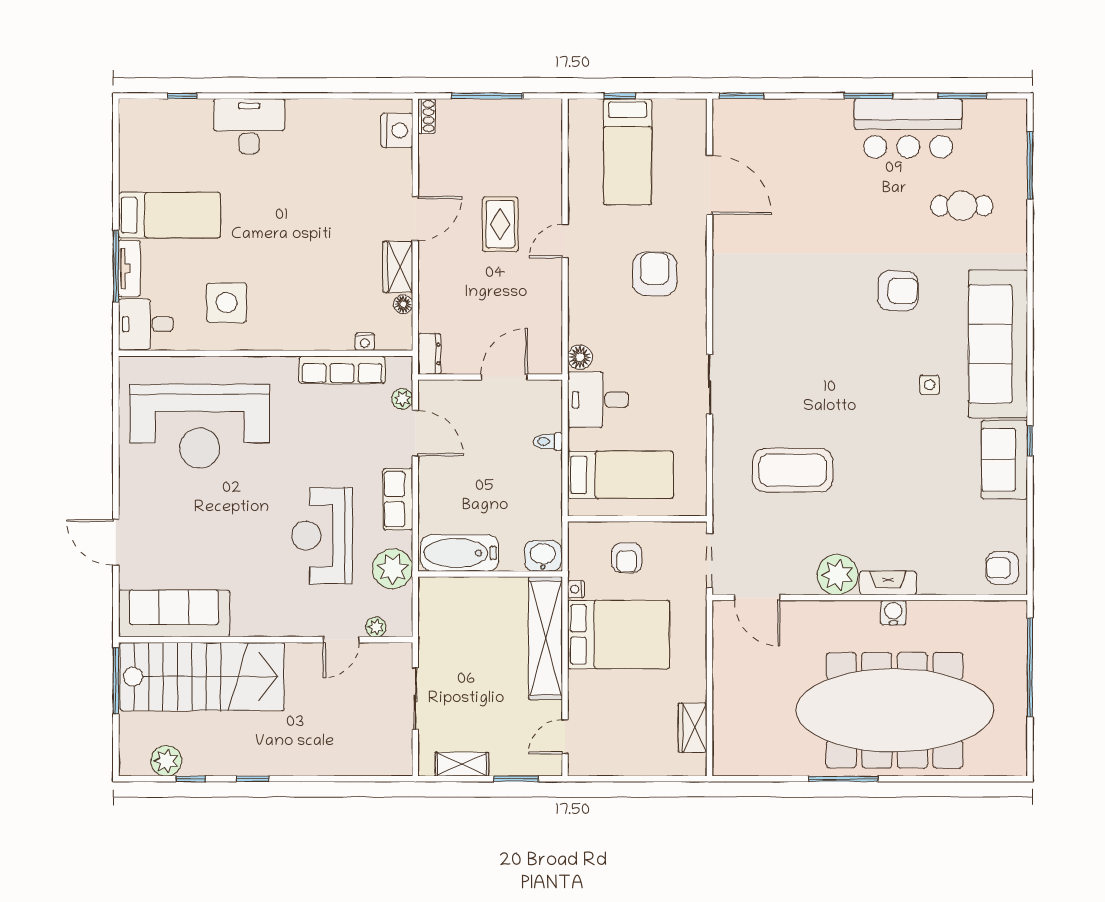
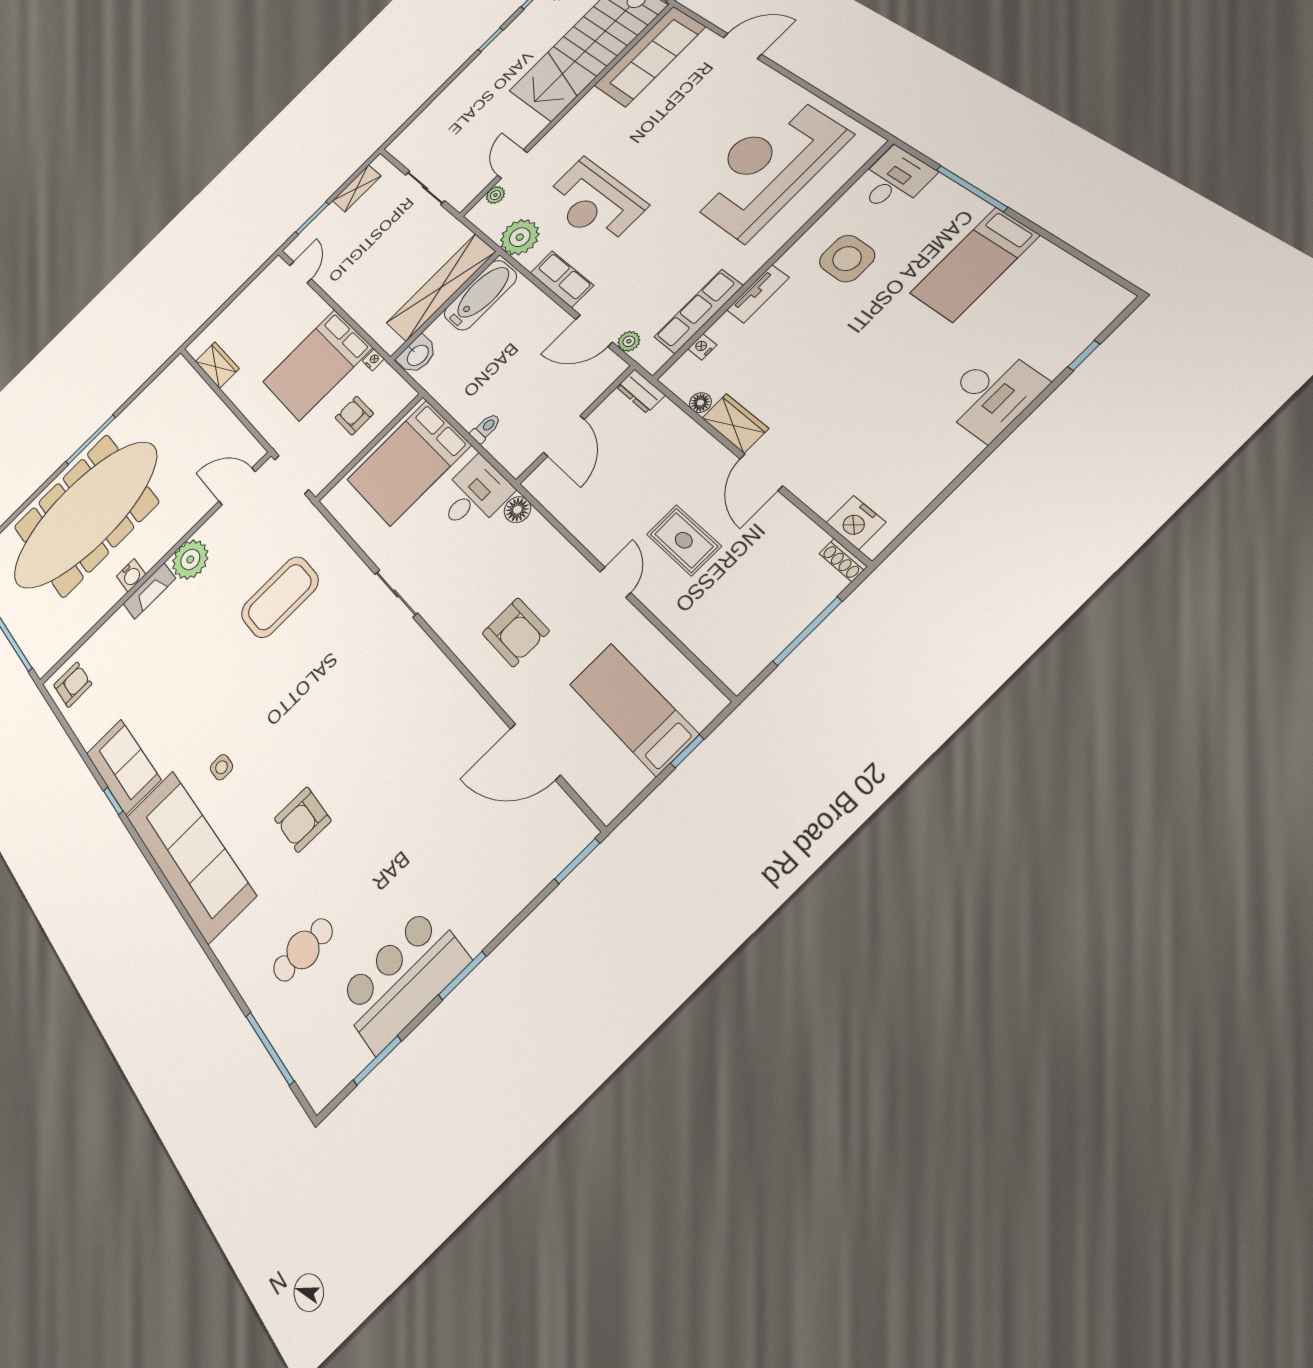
tv unit: (129, 268) -> (758, 294), moved, turned -90
bed: (620, 475) -> (409, 463), width x1.50
reception desk: (322, 536) -> (594, 202), turned 180
shelving: (546, 638) -> (441, 287), moved, turned 90

